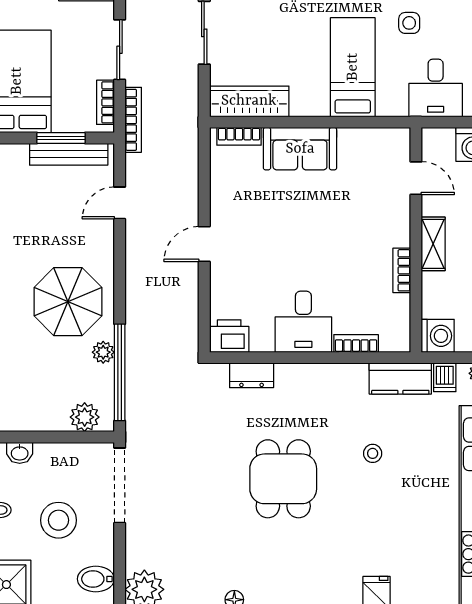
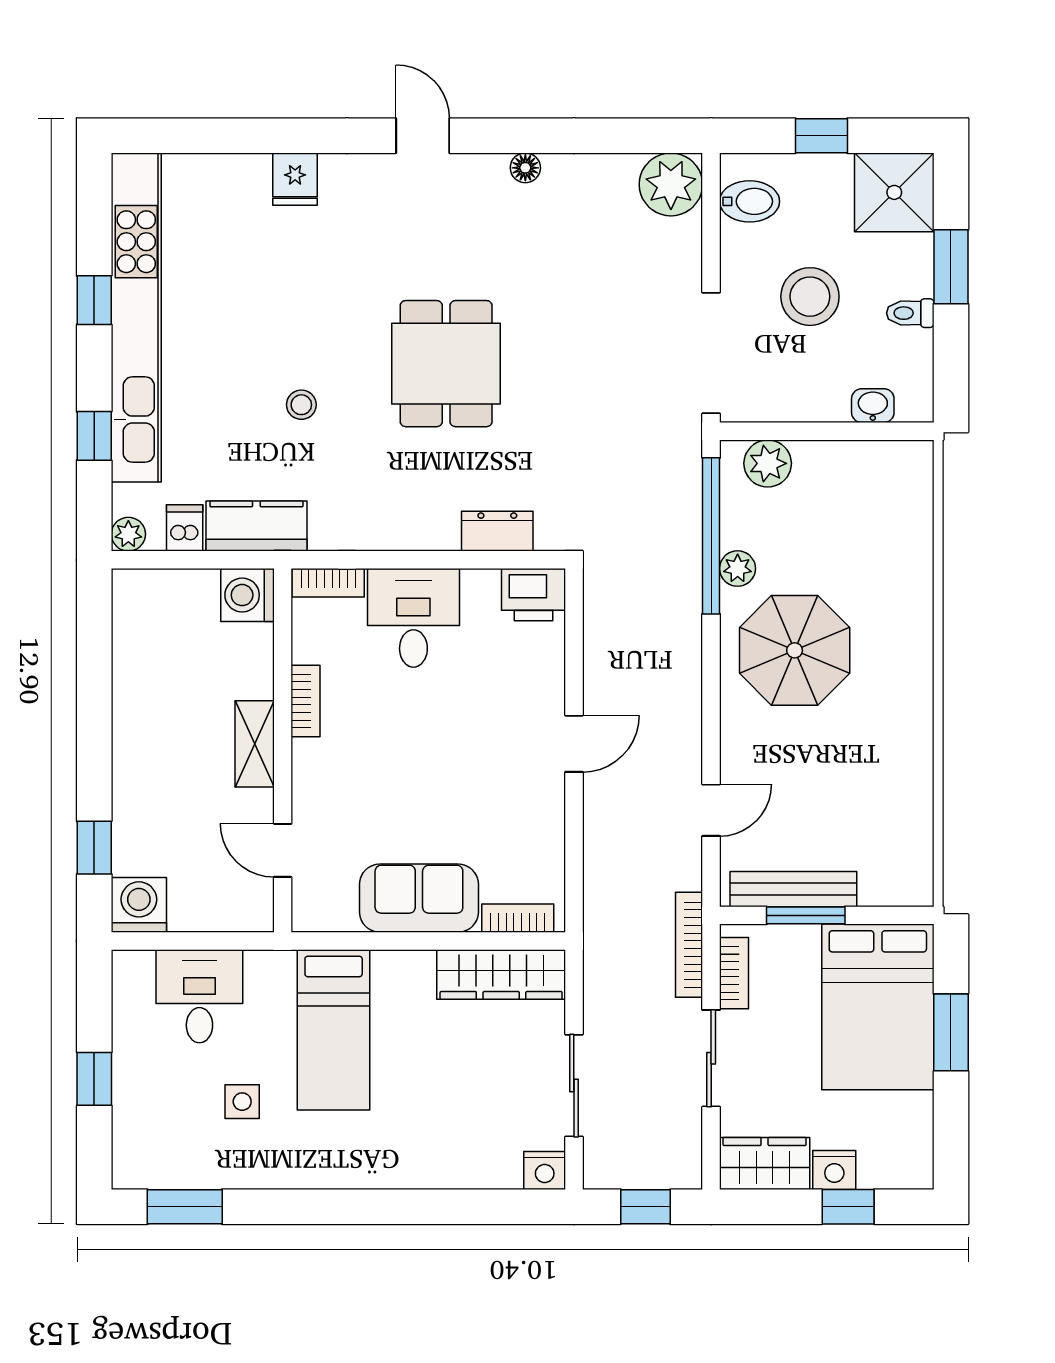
door: (416, 178) -> (283, 850), moved
wall: (416, 240) -> (283, 750), moved
shelving: (433, 244) -> (255, 744), moved
bookcase: (402, 270) -> (306, 701), moved
washing machine: (438, 336) -> (247, 595), moved

